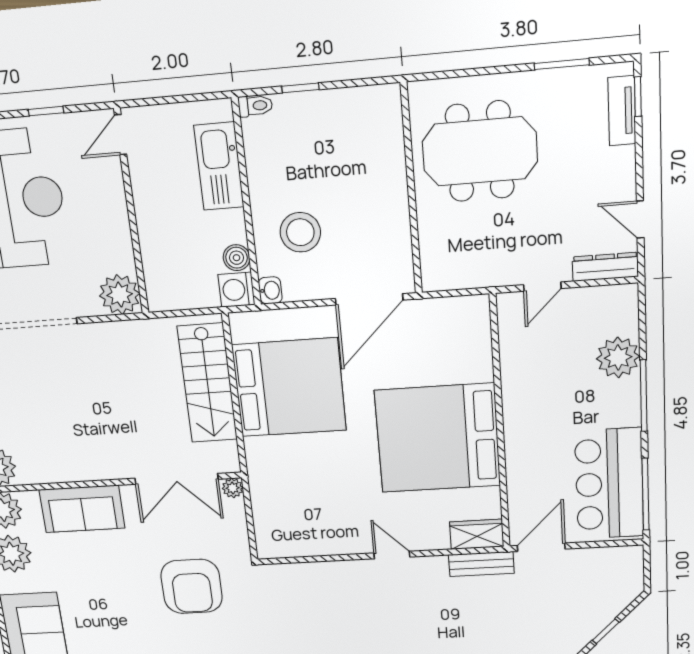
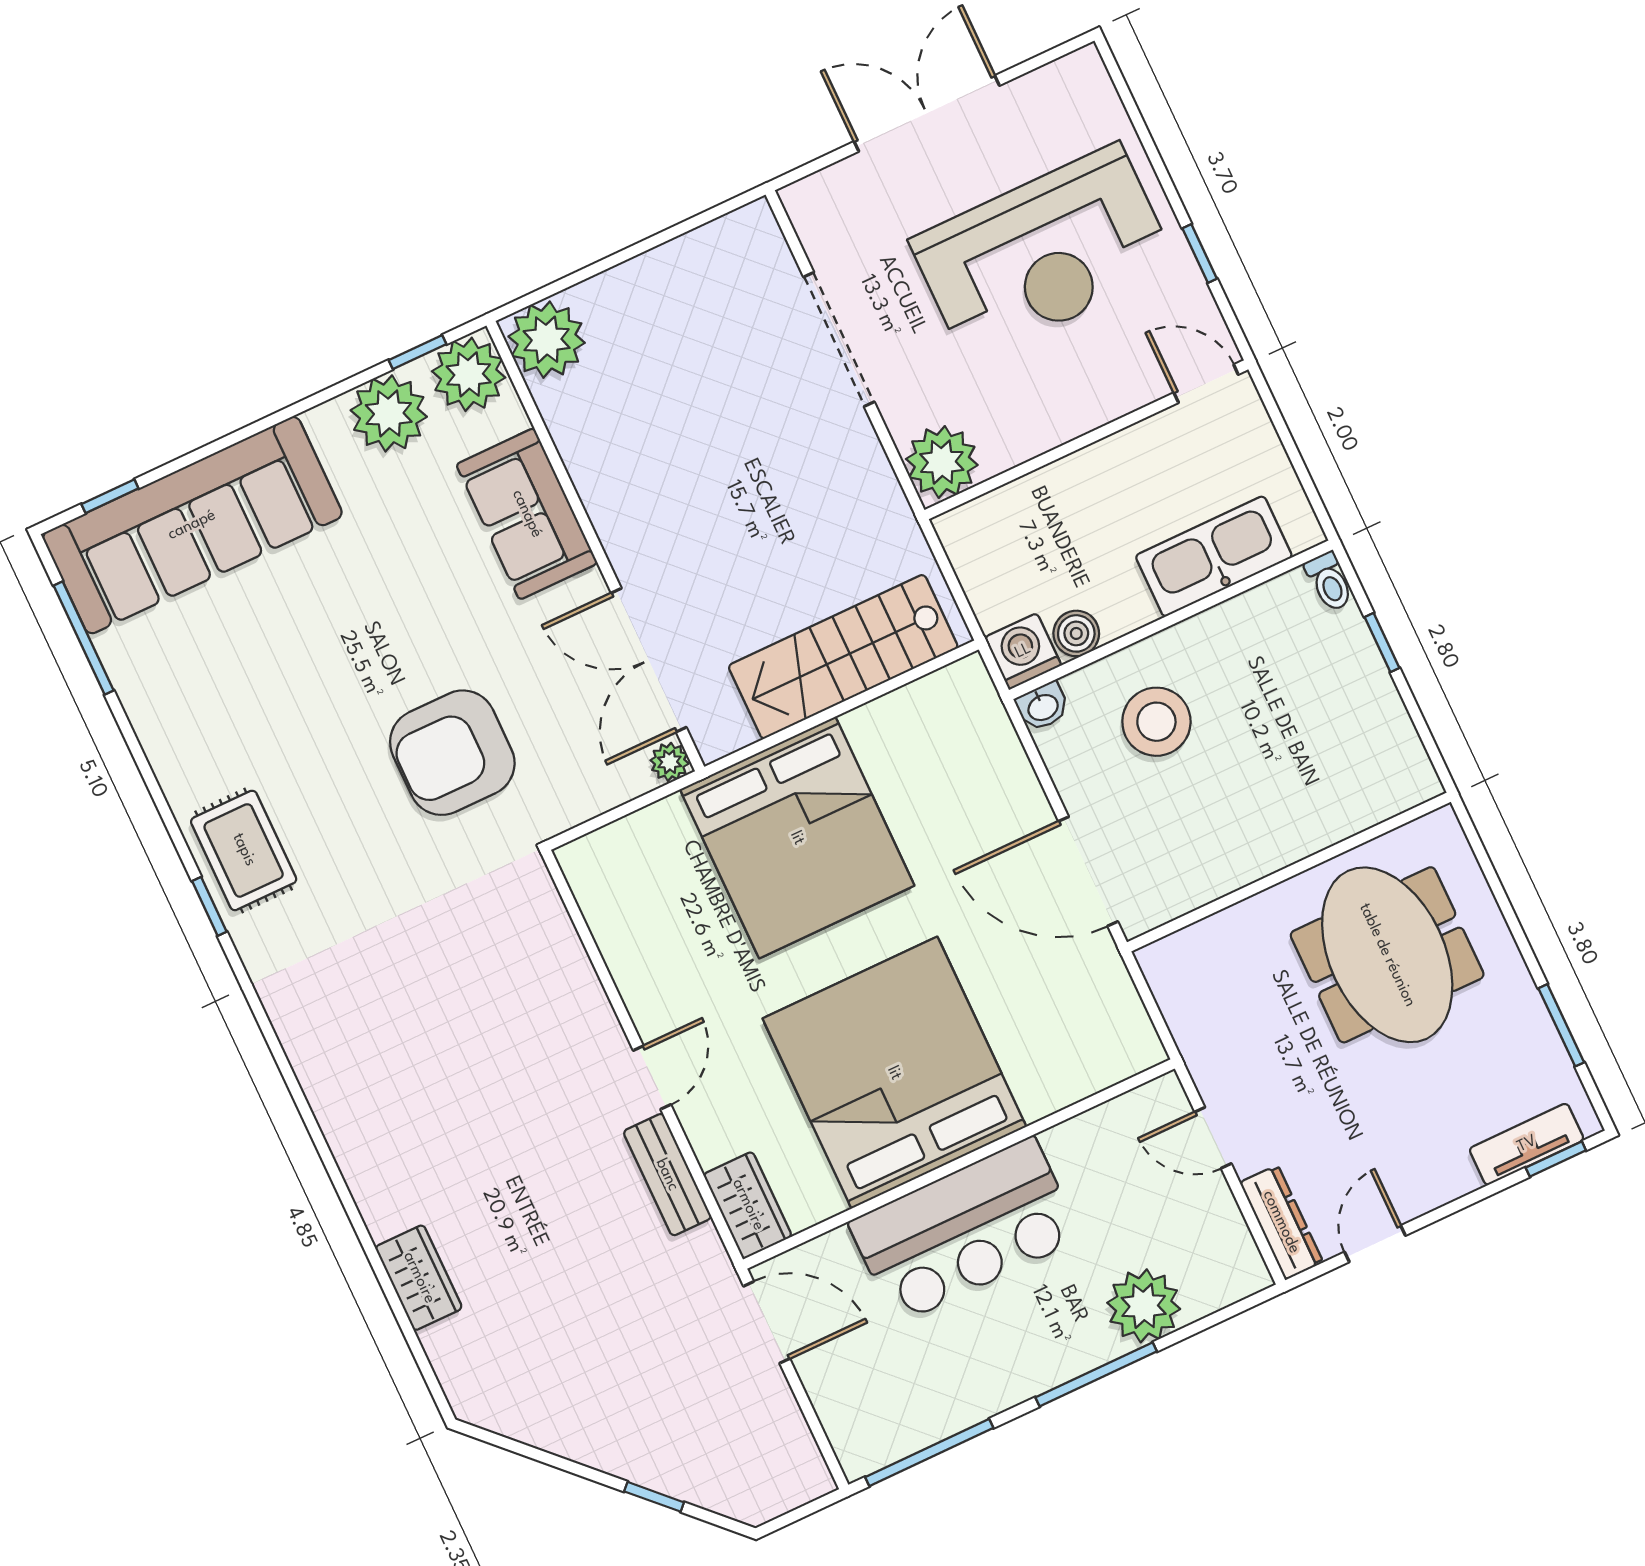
bed: (289, 388) -> (797, 838), moved
bar counter: (609, 484) -> (965, 1230), moved, turned 180
bench: (481, 564) -> (667, 1175), moved

